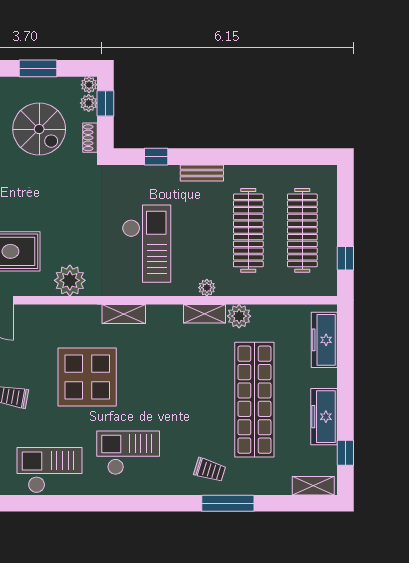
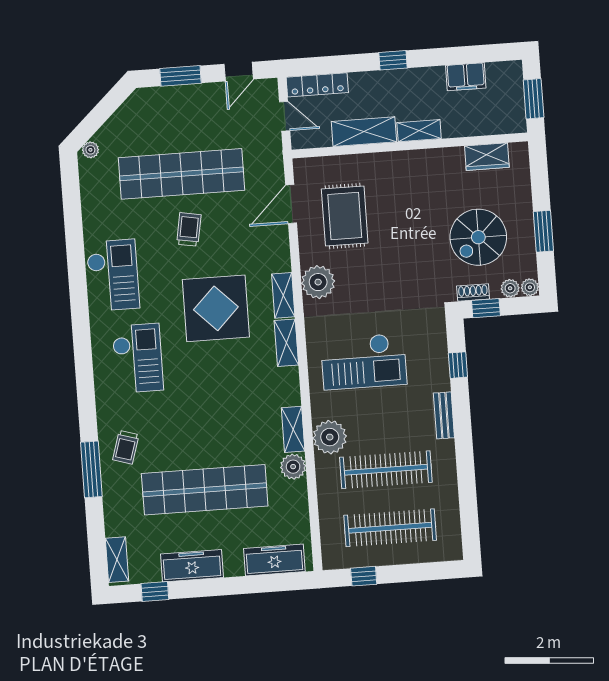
window: (105, 103) -> (486, 308), moved
plant: (207, 288) -> (330, 437), width x1.88, depth x1.88
shelving: (80, 314) -> (283, 295), added

